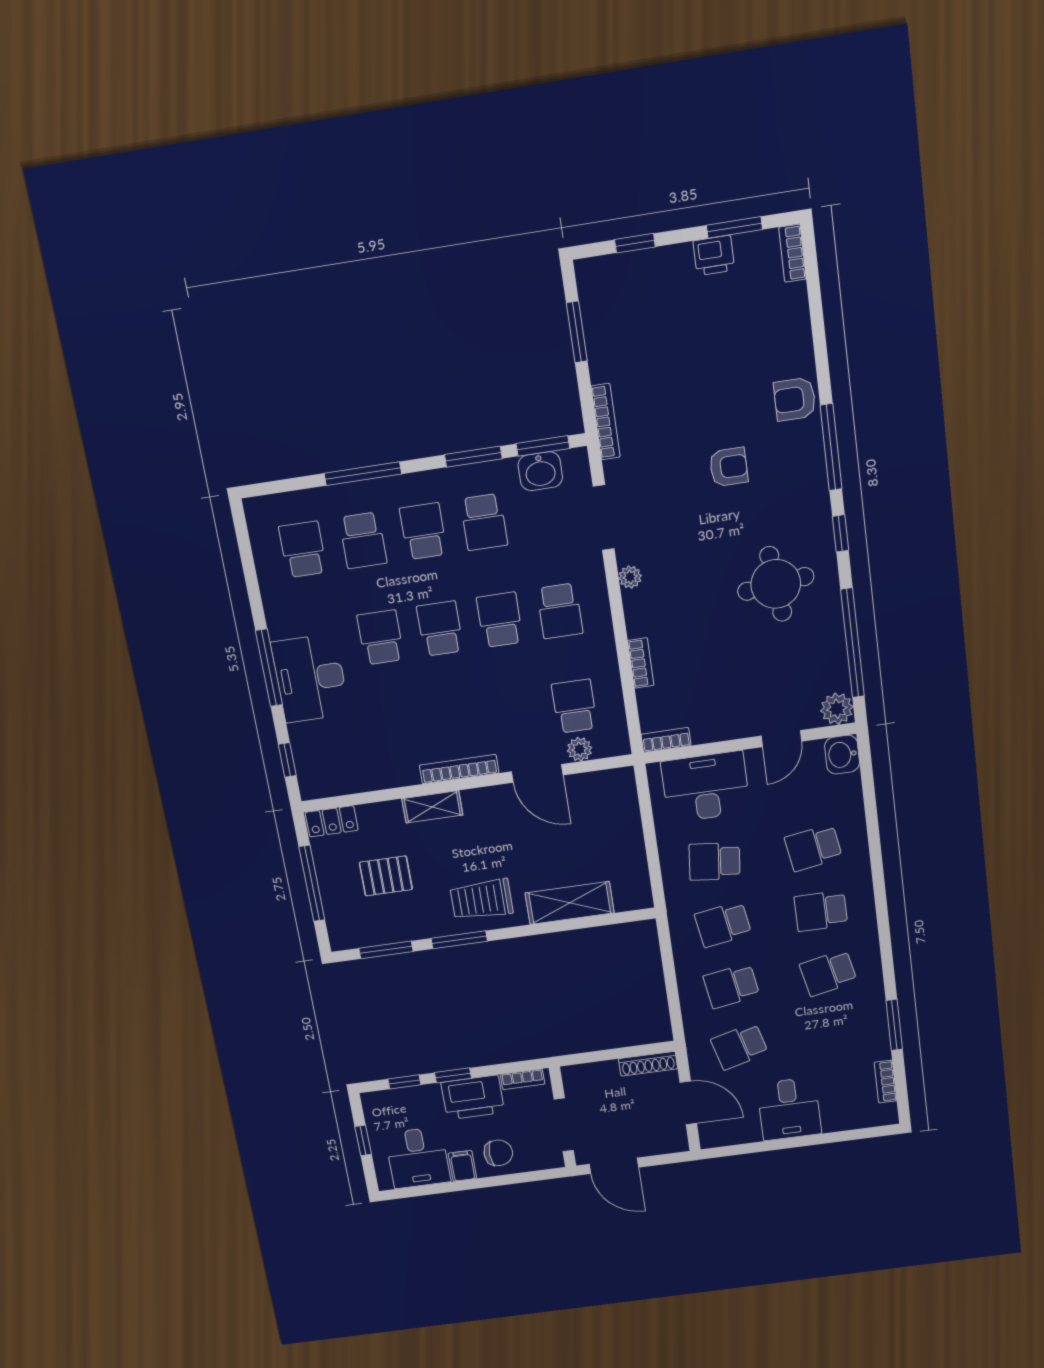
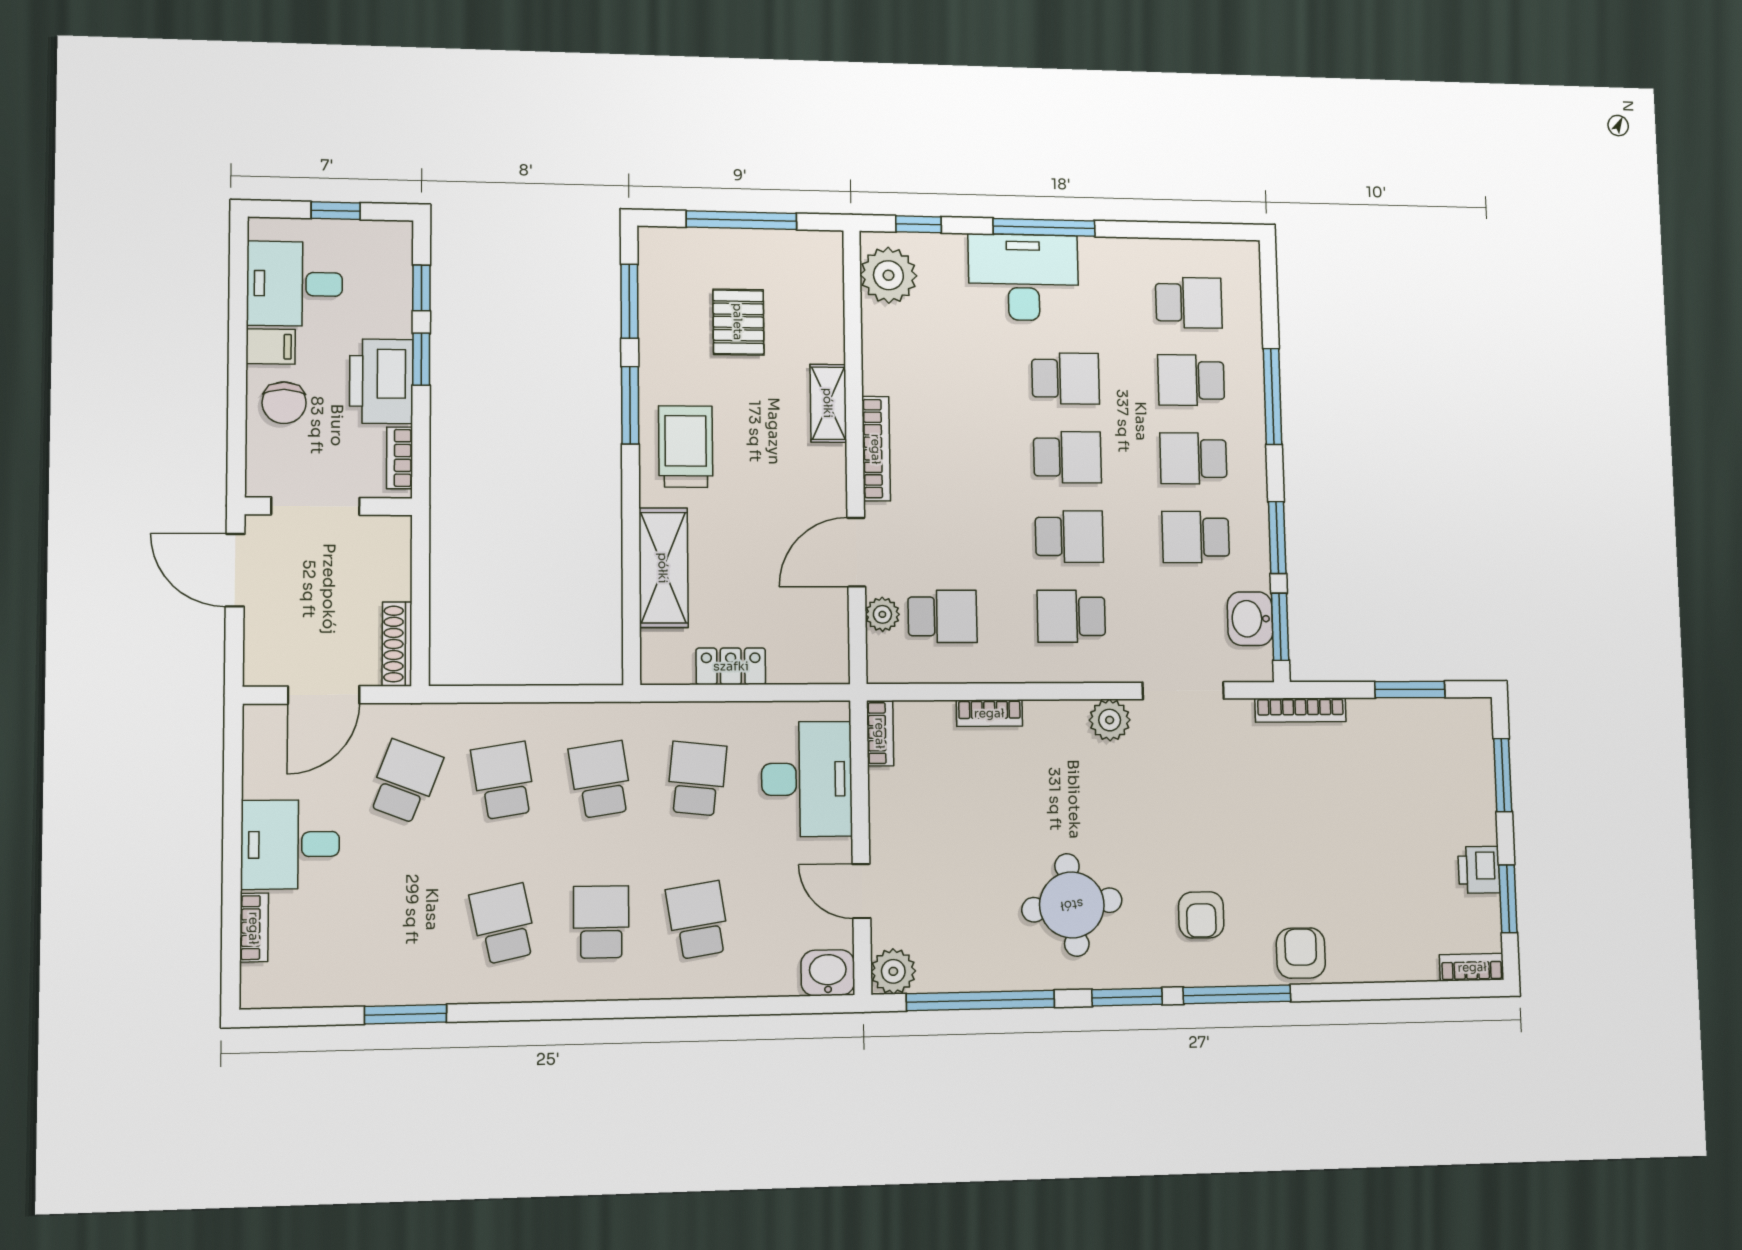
window: (635, 243) -> (1503, 775), width x1.50
armchair: (729, 467) -> (1201, 915), moved
school desk: (423, 531) -> (1193, 458), turned 180
window: (840, 533) -> (1127, 997), width x1.50
plant: (630, 577) -> (1110, 720), width x1.38, depth x1.38
plant: (330, 777) -> (888, 275), added
locker: (332, 821) -> (731, 666), moved, turned 90
school desk: (739, 1046) -> (405, 782), turned 36
bookcase: (886, 1082) -> (254, 928), moved, turned 90
door: (614, 1166) -> (235, 570), hinge flipped

